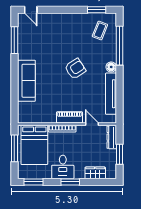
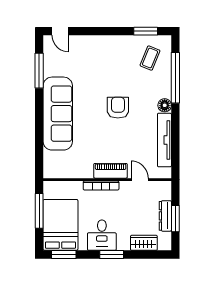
armchair: (75, 69) -> (118, 108), turned -57
sofa: (26, 81) -> (58, 114), width x1.36, depth x1.27
dresser: (112, 137) -> (165, 216), moved
bed: (34, 145) -> (60, 225), moved, turned 180

